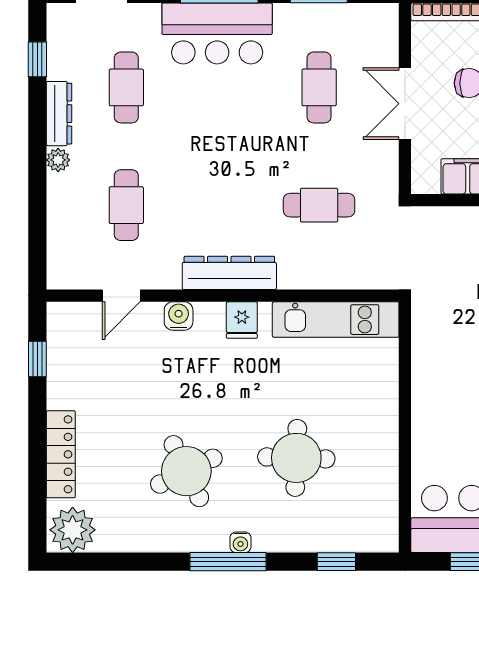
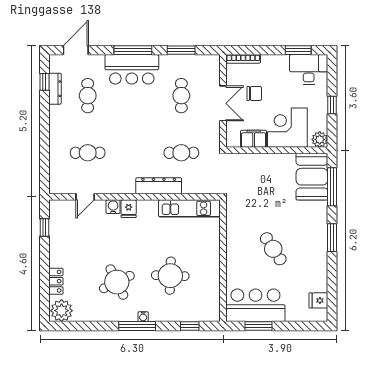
double door: (405, 104) -> (223, 103), swing flipped
dresser: (59, 114) -> (55, 89), moved
plant: (58, 160) -> (55, 131), removed
cafe table: (126, 205) -> (88, 153), turned 90
dresser: (229, 273) -> (159, 186), moved
fridge: (242, 320) -> (129, 209), moved
locker: (61, 454) -> (56, 281), width x0.66

